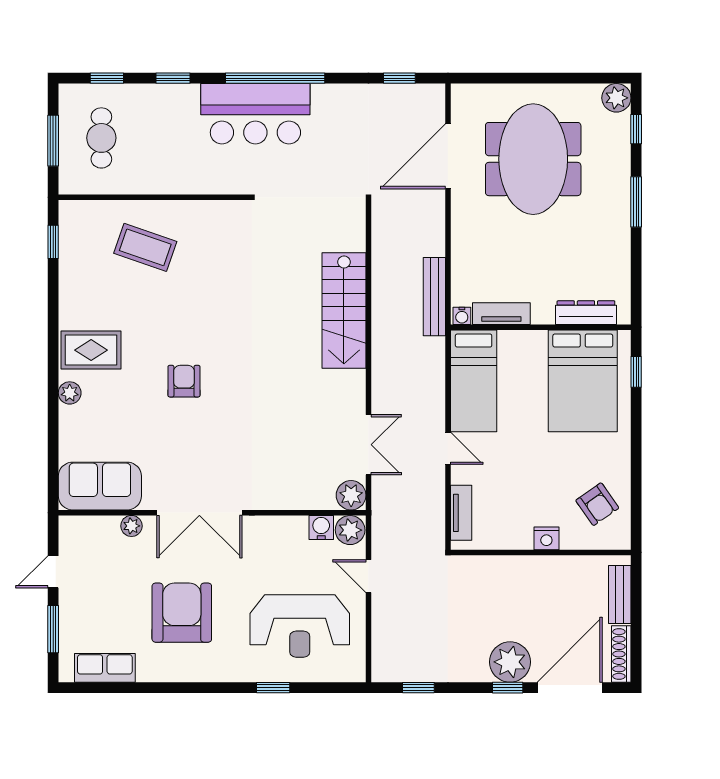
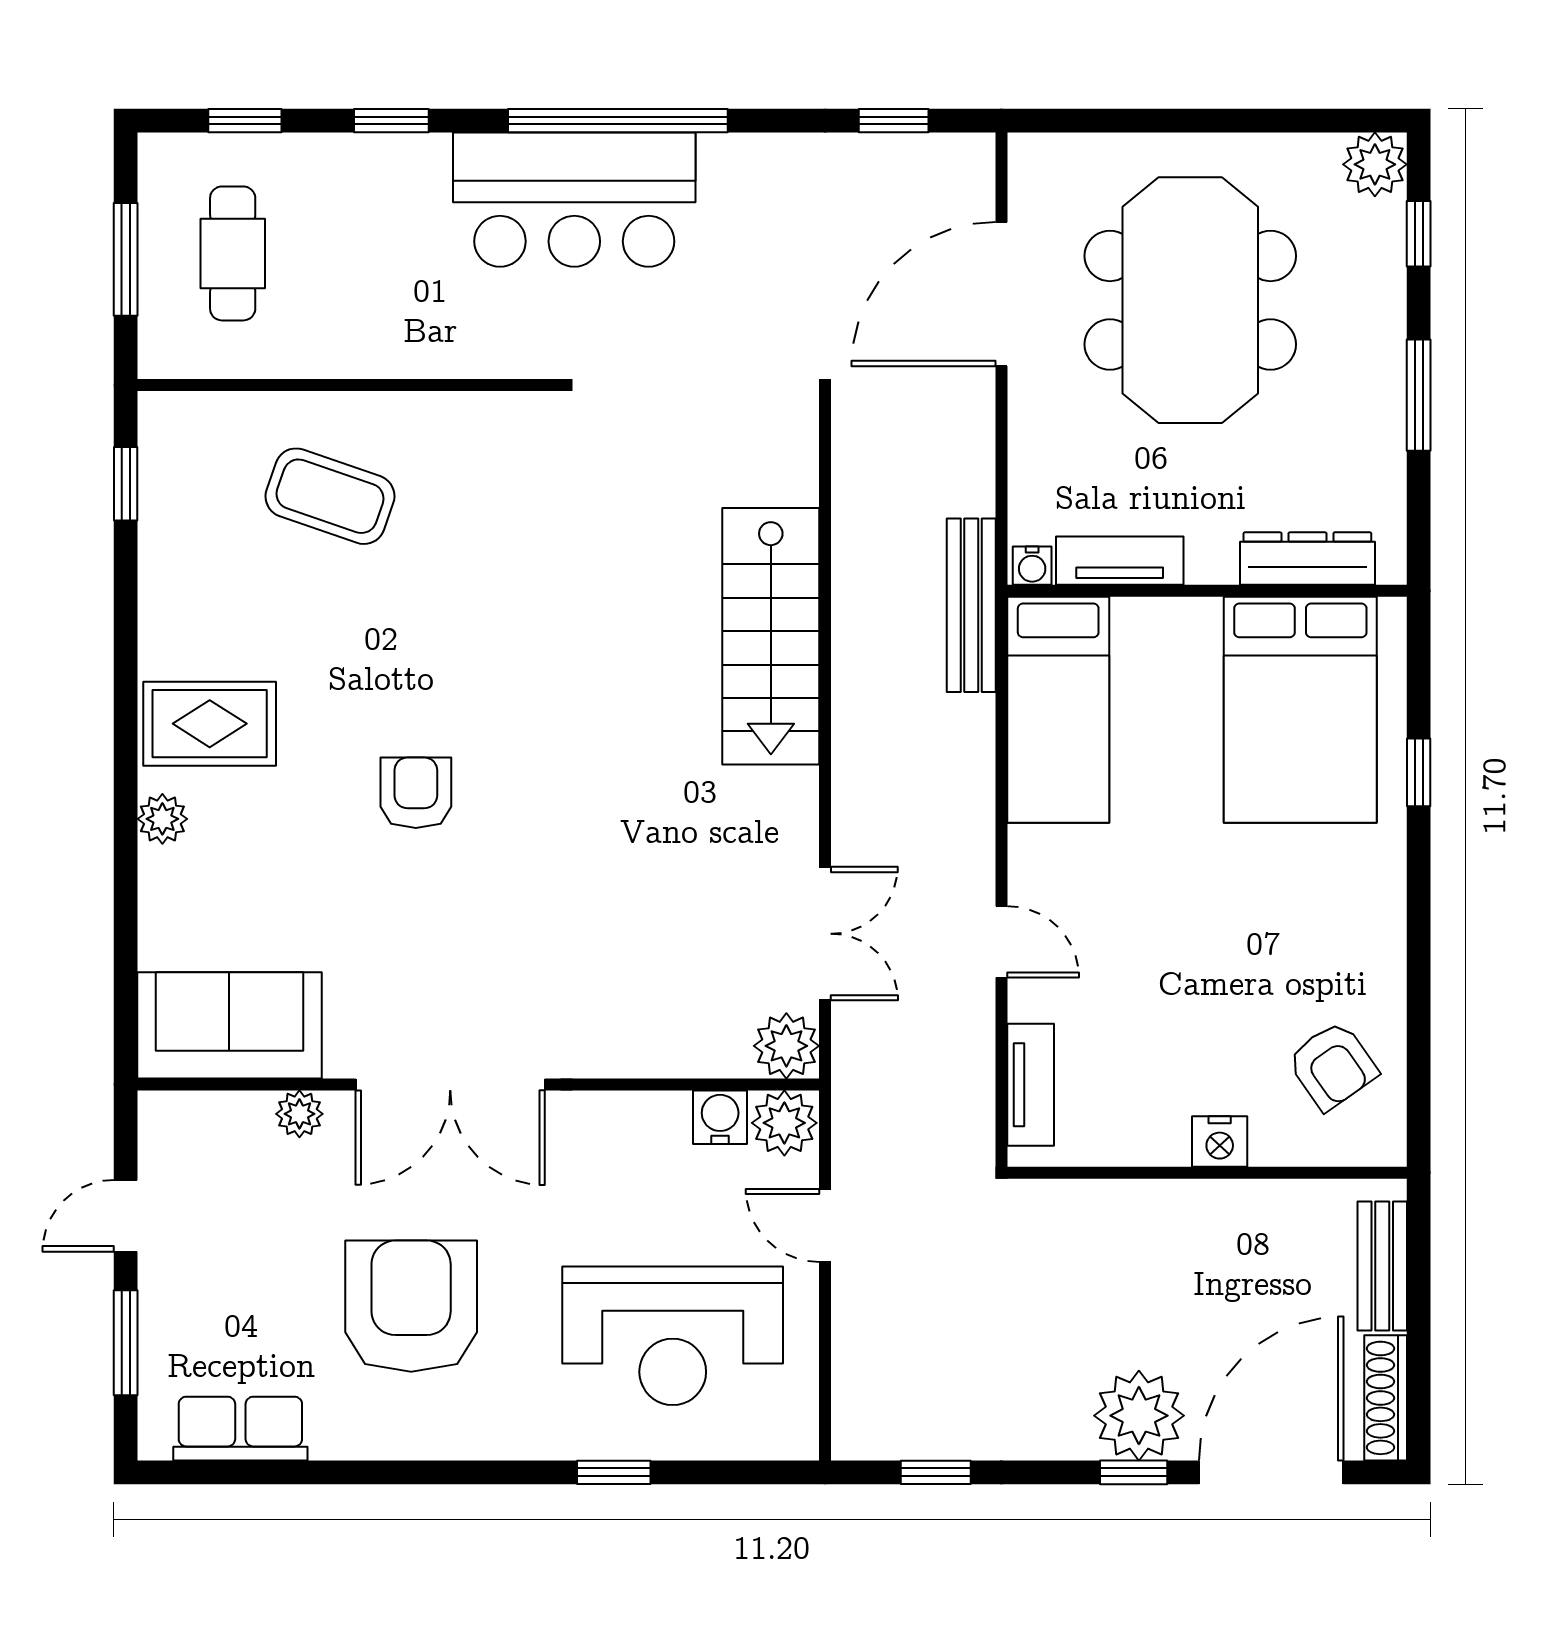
dresser: (586, 313) -> (1307, 559), moved
tv unit: (501, 314) -> (1120, 561), moved
water cooler: (462, 316) -> (1032, 566), moved
wall: (541, 327) -> (1207, 591), moved
bed: (474, 381) -> (1058, 710), moved
bed: (583, 381) -> (1300, 710), moved

